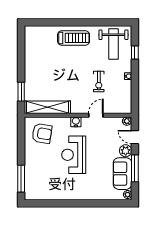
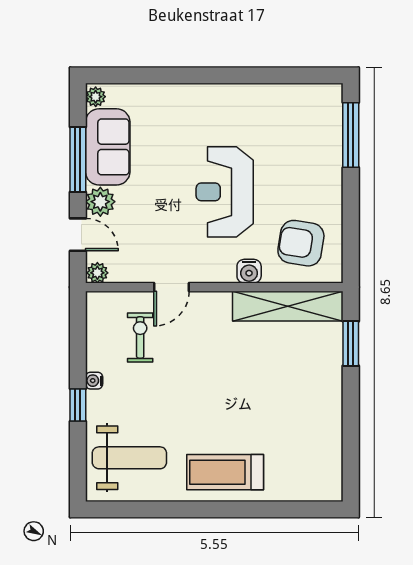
weight bench: (113, 44) -> (129, 458), turned 90
window: (135, 53) -> (78, 405), moved
exercise bike: (99, 82) -> (140, 337), moved
water cooler: (76, 122) -> (249, 271), moved
reception desk: (74, 155) -> (225, 192), turned 180

